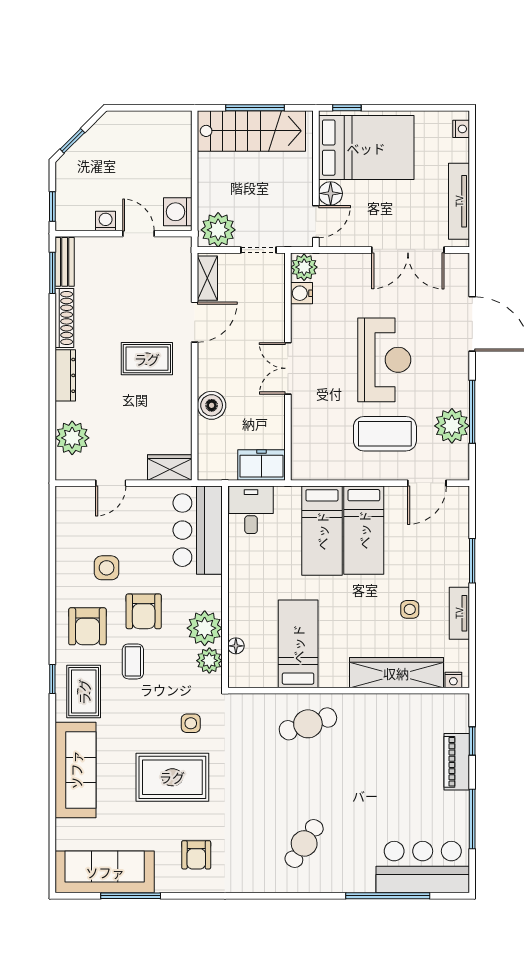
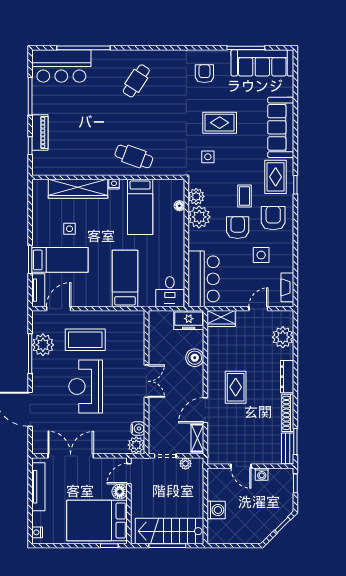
washing machine: (178, 212) -> (216, 510), moved
plant: (218, 230) -> (185, 463), width x0.53, depth x0.53
rug: (147, 359) -> (236, 387), turned 90
freezer: (261, 465) -> (189, 320), moved
fireplace: (65, 517) -> (287, 287), added
bed: (364, 530) -> (60, 260), moved, turned 90
tv unit: (459, 613) -> (38, 290), moved
nightstand: (453, 680) -> (114, 184), moved
cafe table: (308, 724) -> (134, 156), turned 38
rug: (172, 777) -> (220, 123), width x0.73, depth x0.70

